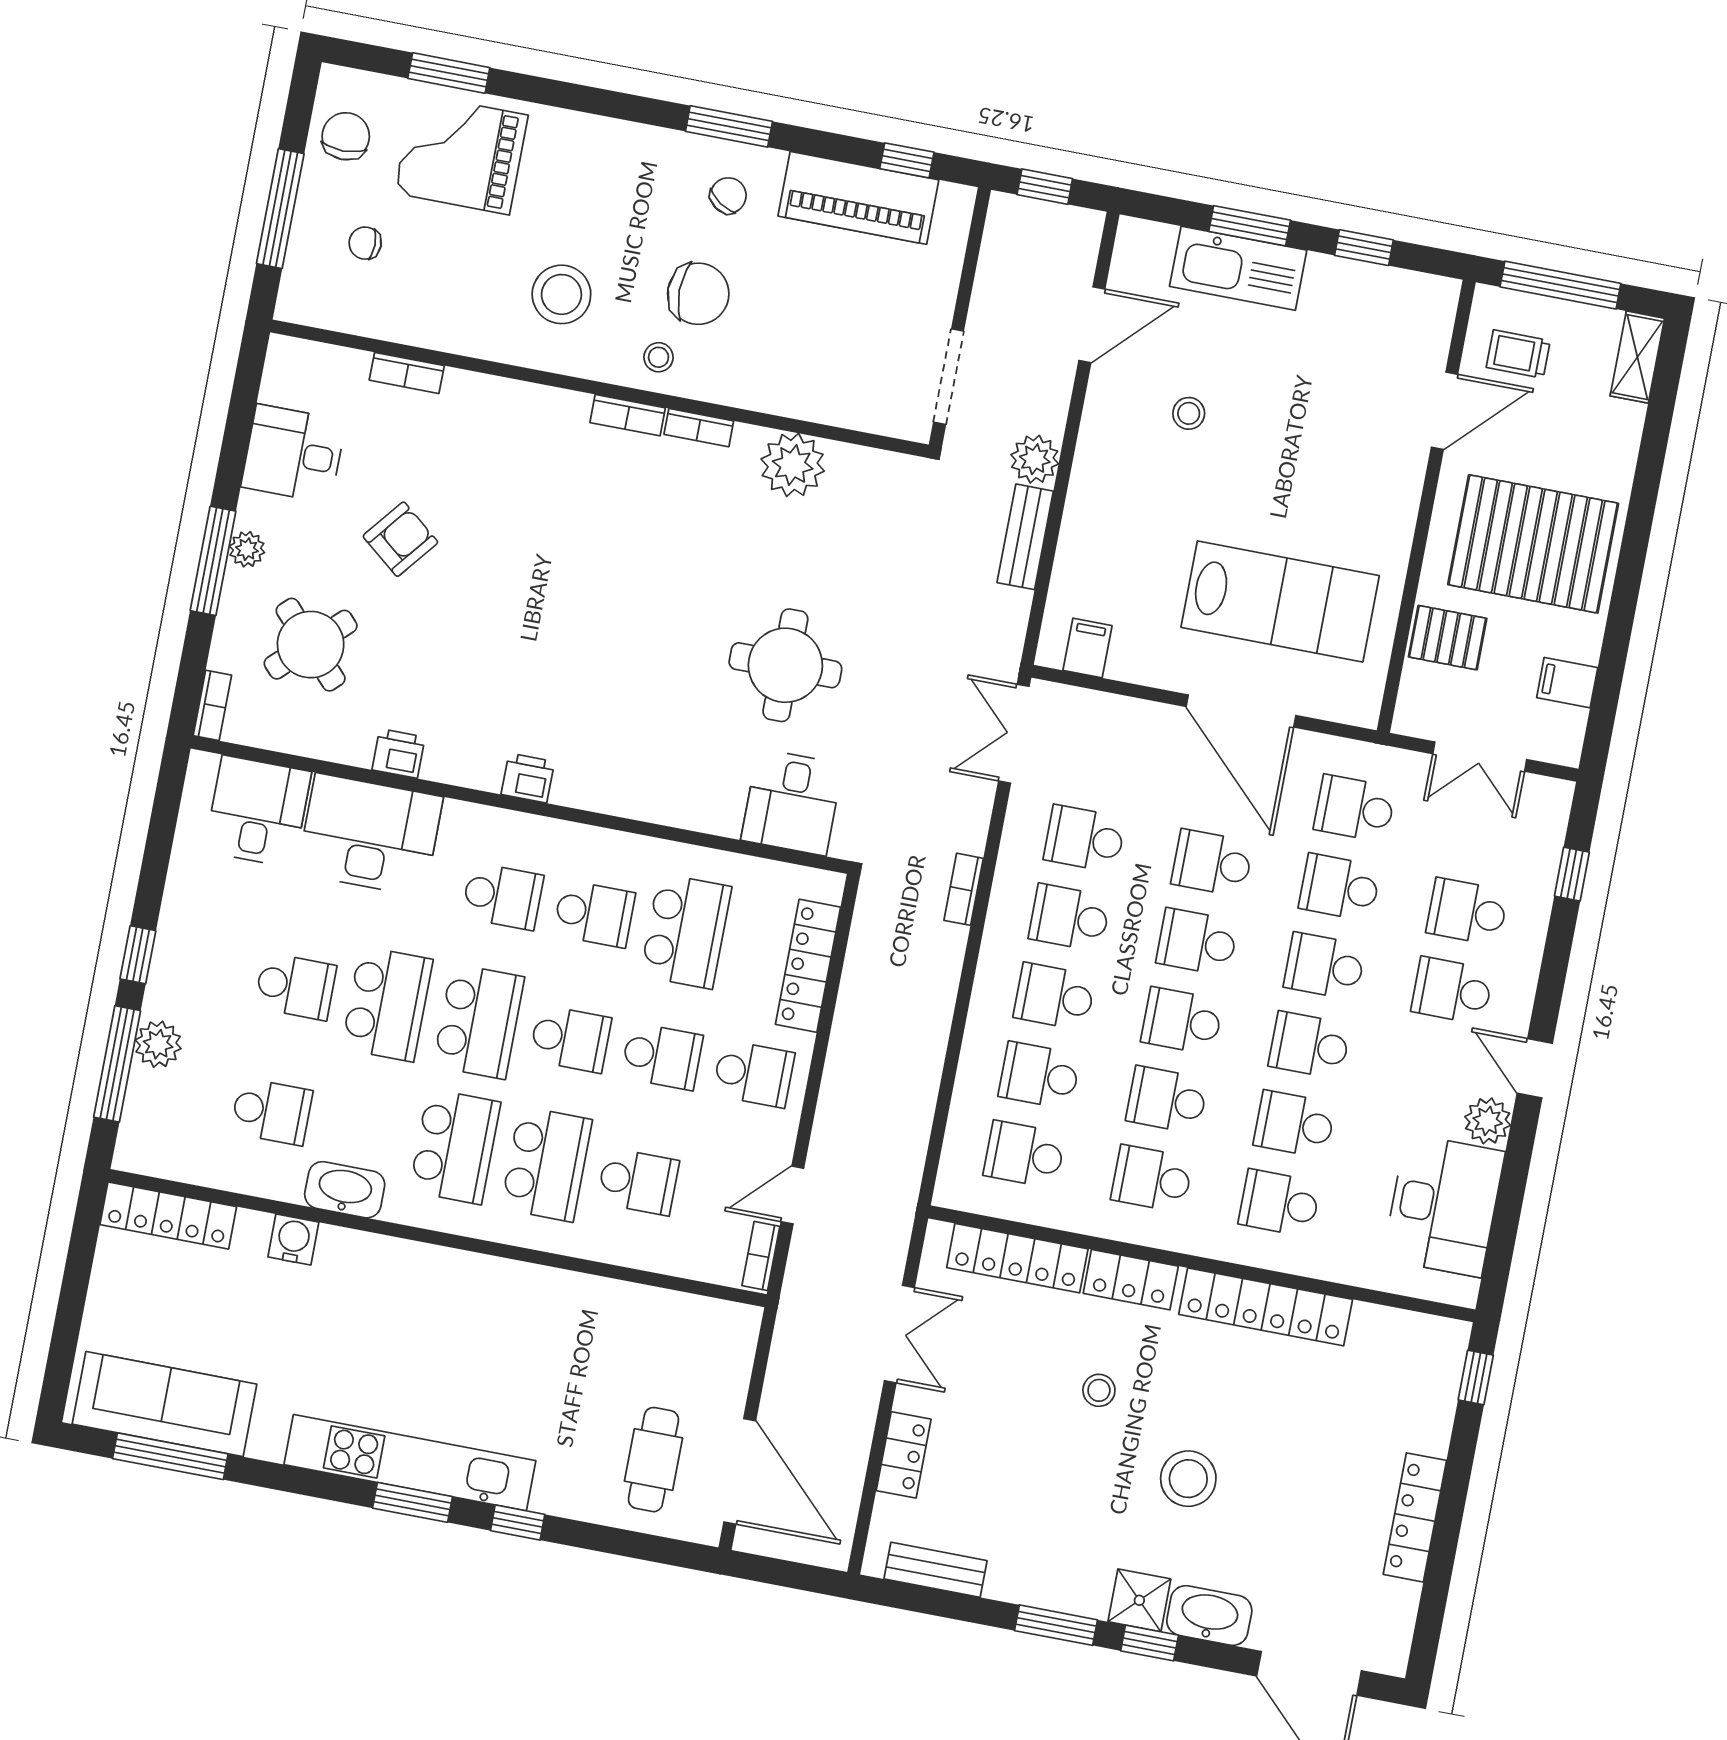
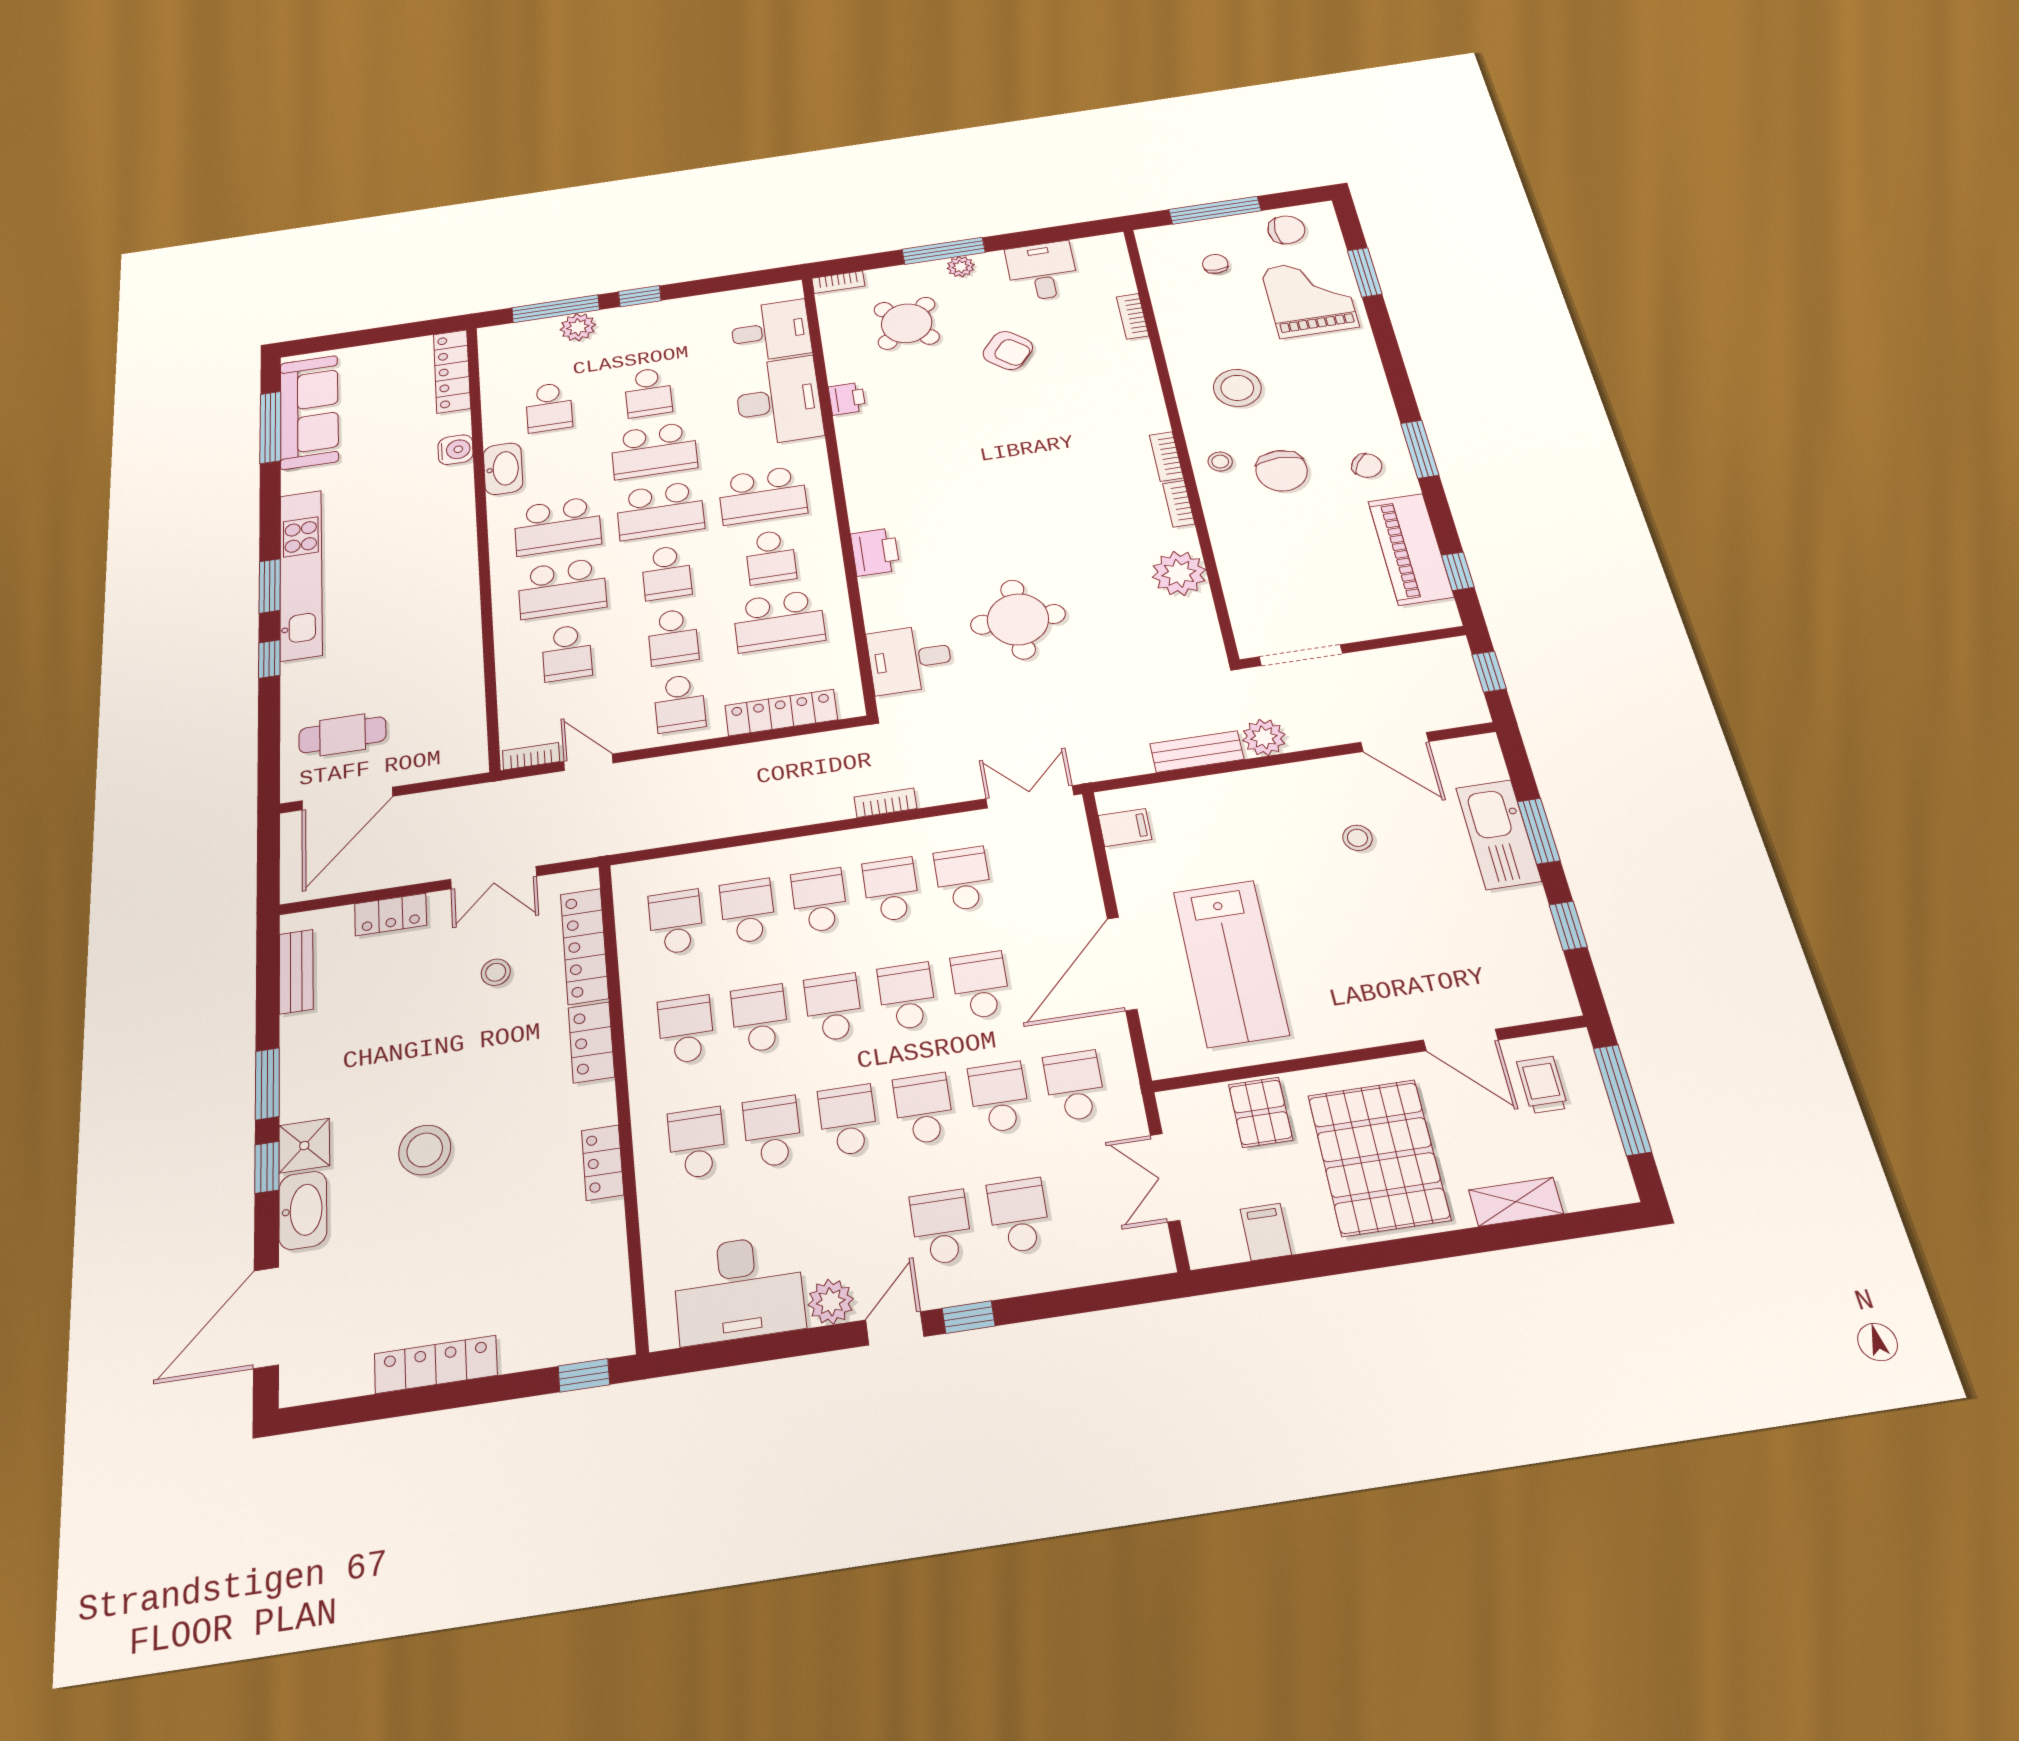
shelving: (1637, 357) -> (1516, 1202), moved
printer: (528, 778) -> (875, 552), moved, width x1.36, depth x1.24
window: (1572, 874) -> (969, 1317), moved
school desk: (503, 896) -> (763, 495), width x1.85
locker: (1266, 1307) -> (603, 1163), width x0.46, depth x0.83
stool: (1099, 1390) -> (496, 972), moved

